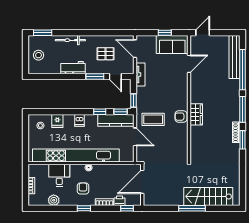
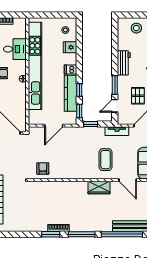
wardrobe: (196, 114) -> (99, 187), moved
armchair: (181, 117) -> (43, 168), moved
coffee table: (153, 119) -> (106, 160), moved
kitchen counter: (116, 120) -> (71, 93), moved

